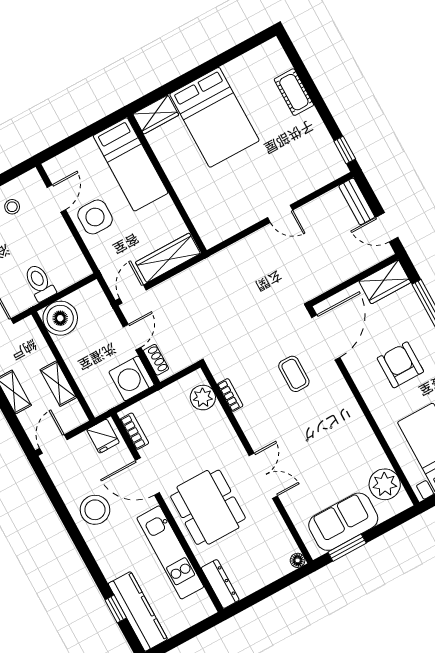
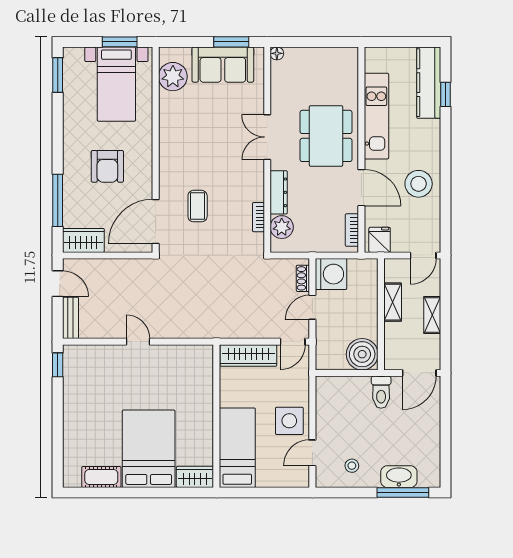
cot: (294, 92) -> (101, 477), moved, turned 90
toilet: (40, 283) -> (381, 392), moved
dresser: (220, 584) -> (279, 192), moved, turned 180

